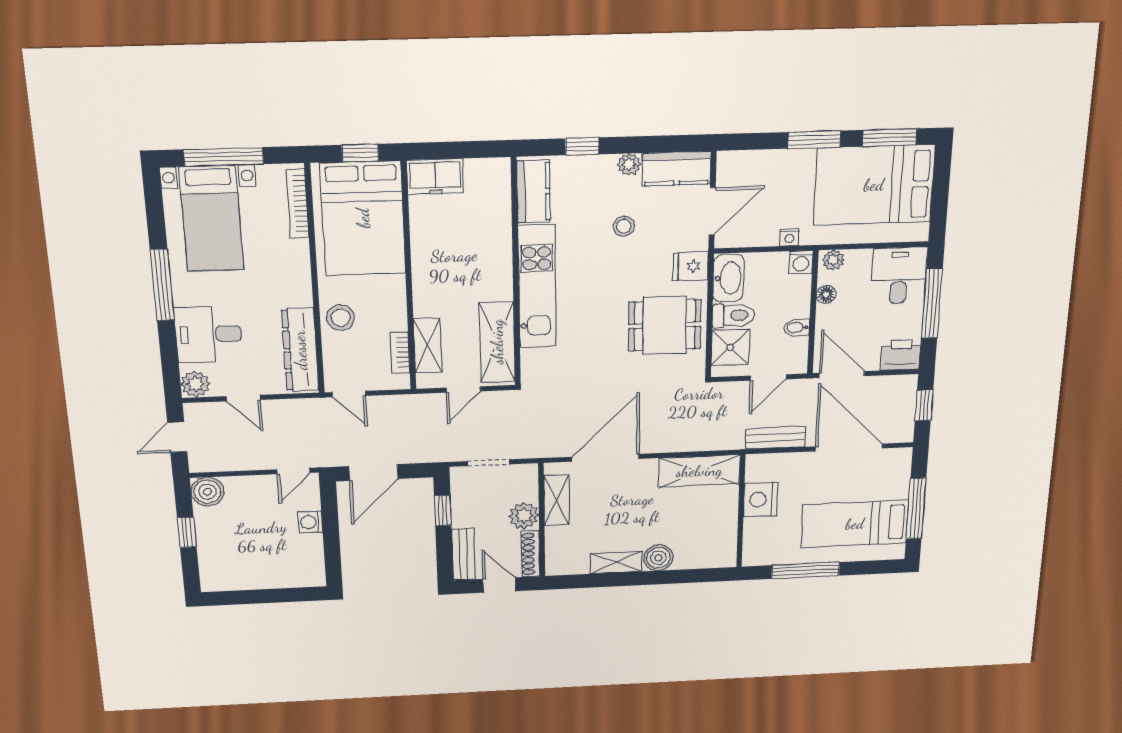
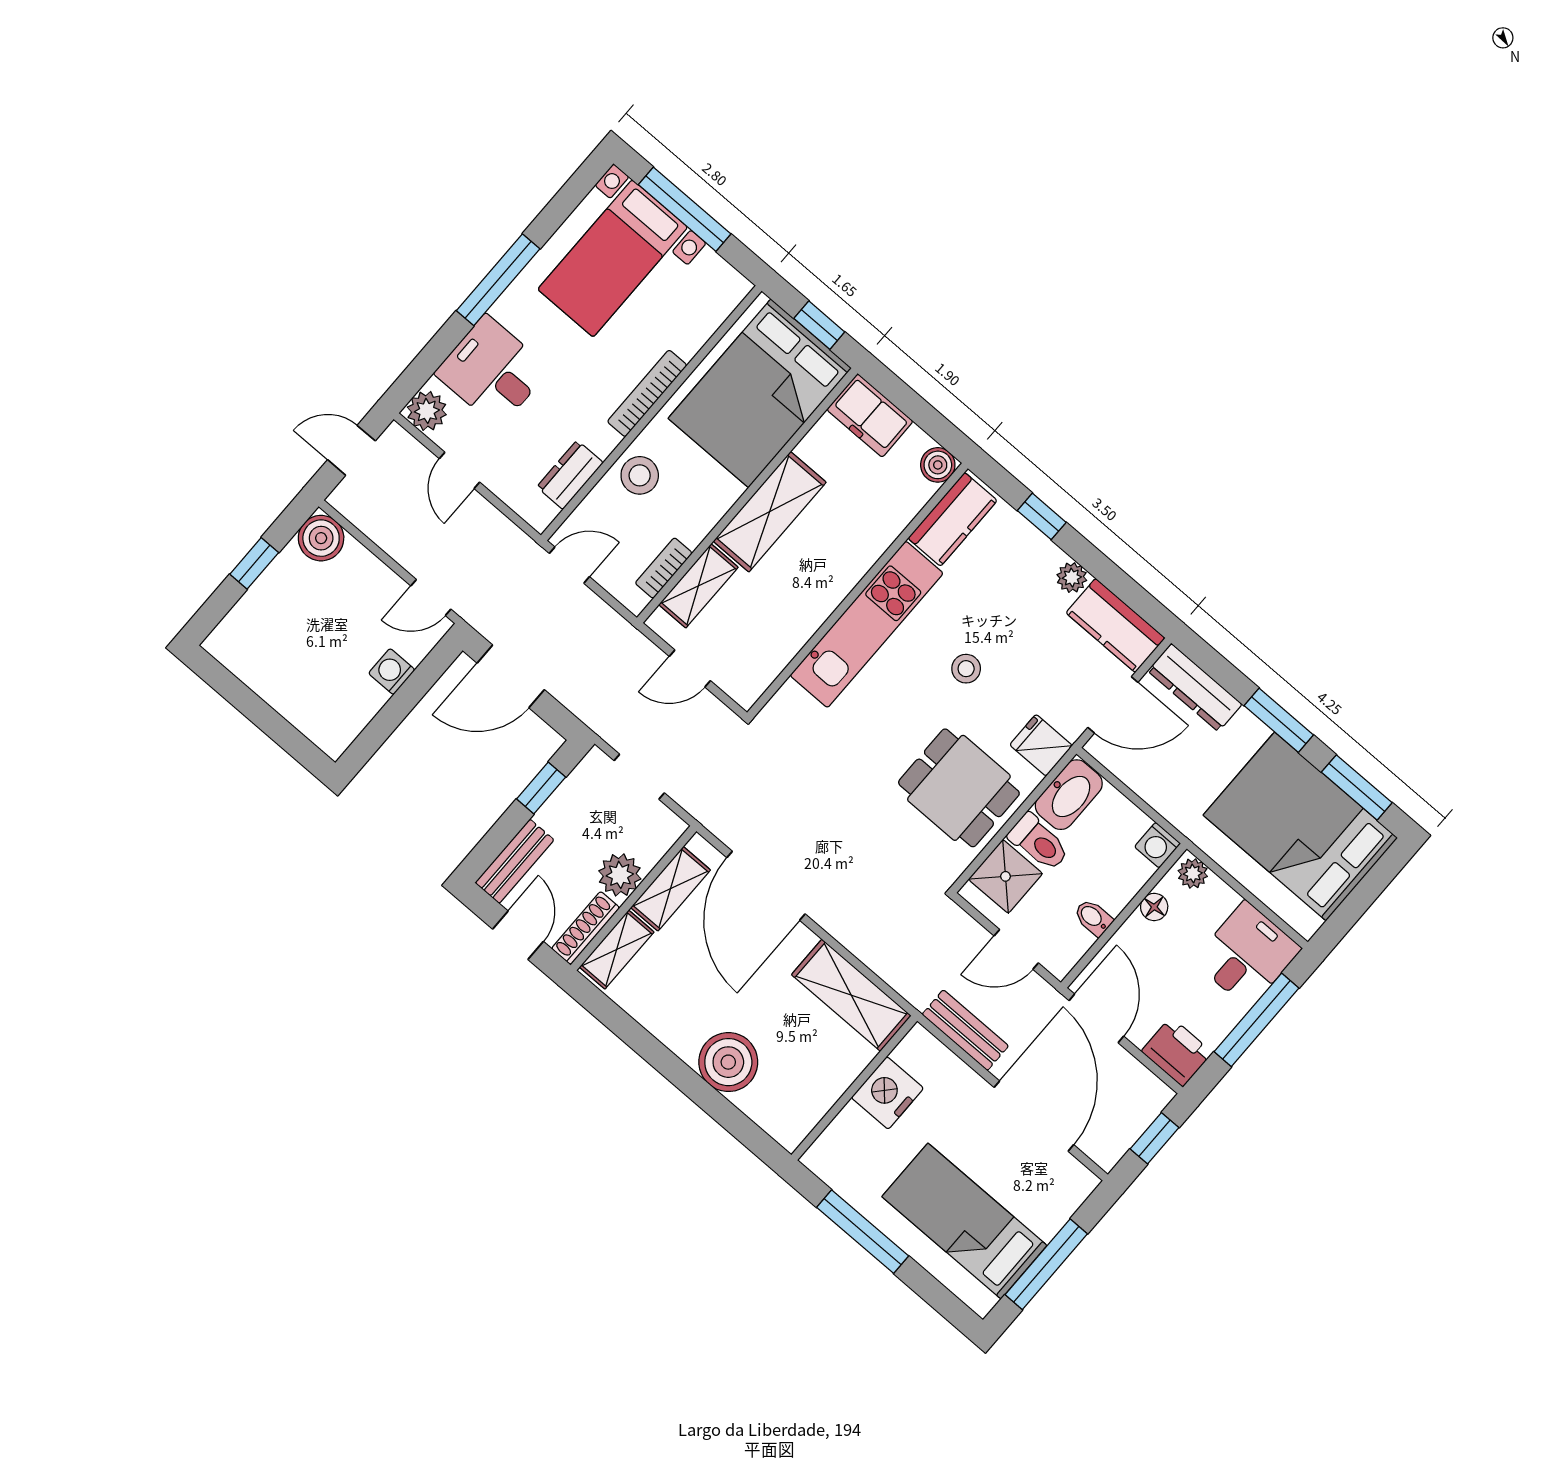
dresser: (751, 163) -> (1195, 688), added
boiler: (498, 170) -> (938, 465), added
bookcase: (298, 204) -> (647, 393), moved
stool: (624, 226) -> (966, 669), moved
nightstand: (789, 237) -> (1168, 806), removed
shelving: (497, 342) -> (770, 512), moved
dresser: (300, 350) -> (570, 475), width x0.51, depth x0.80
door: (349, 394) -> (569, 565), swing flipped
door: (605, 458) -> (766, 886), swing flipped
boiler: (658, 558) -> (728, 1062), width x1.37, depth x1.37
shelving: (616, 562) -> (617, 950), moved, turned 90

